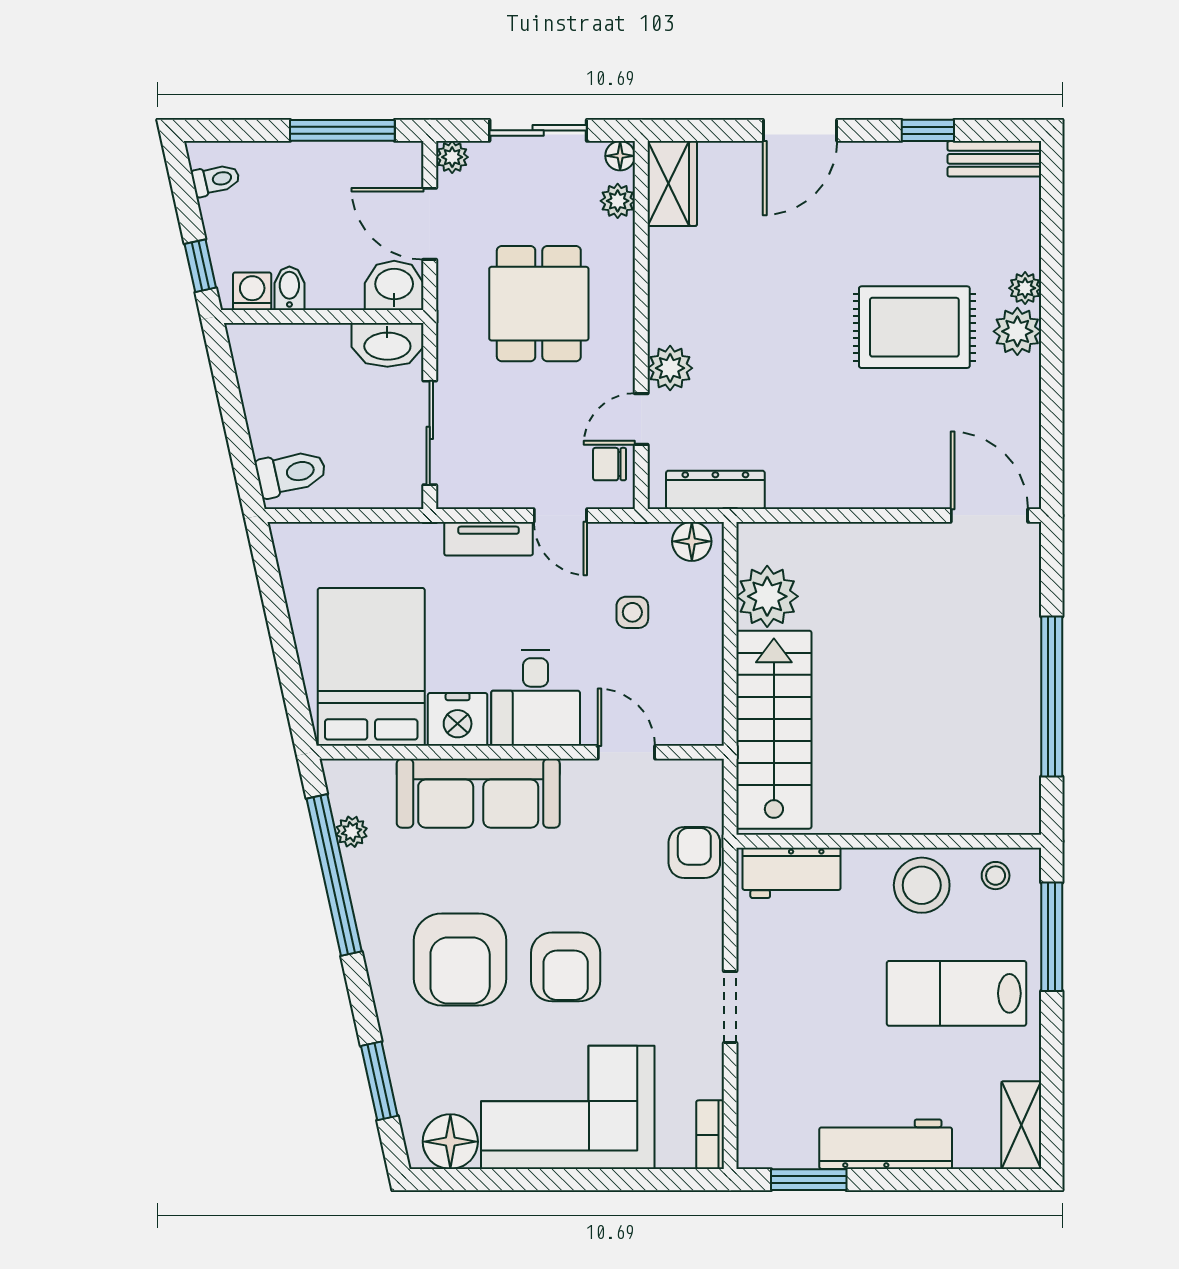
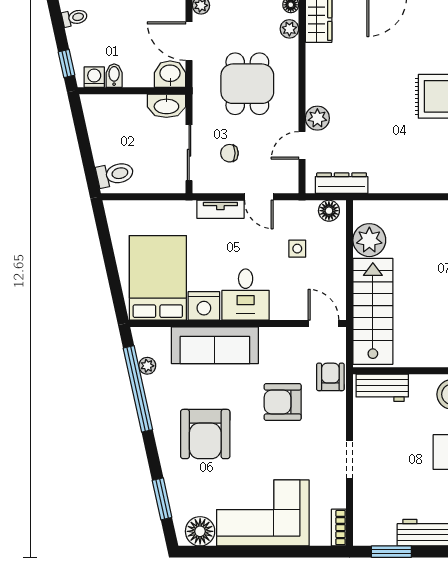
chair: (610, 464) -> (229, 153), moved
door: (626, 752) -> (324, 323), moved
armchair: (566, 967) -> (283, 402), moved, turned 90

